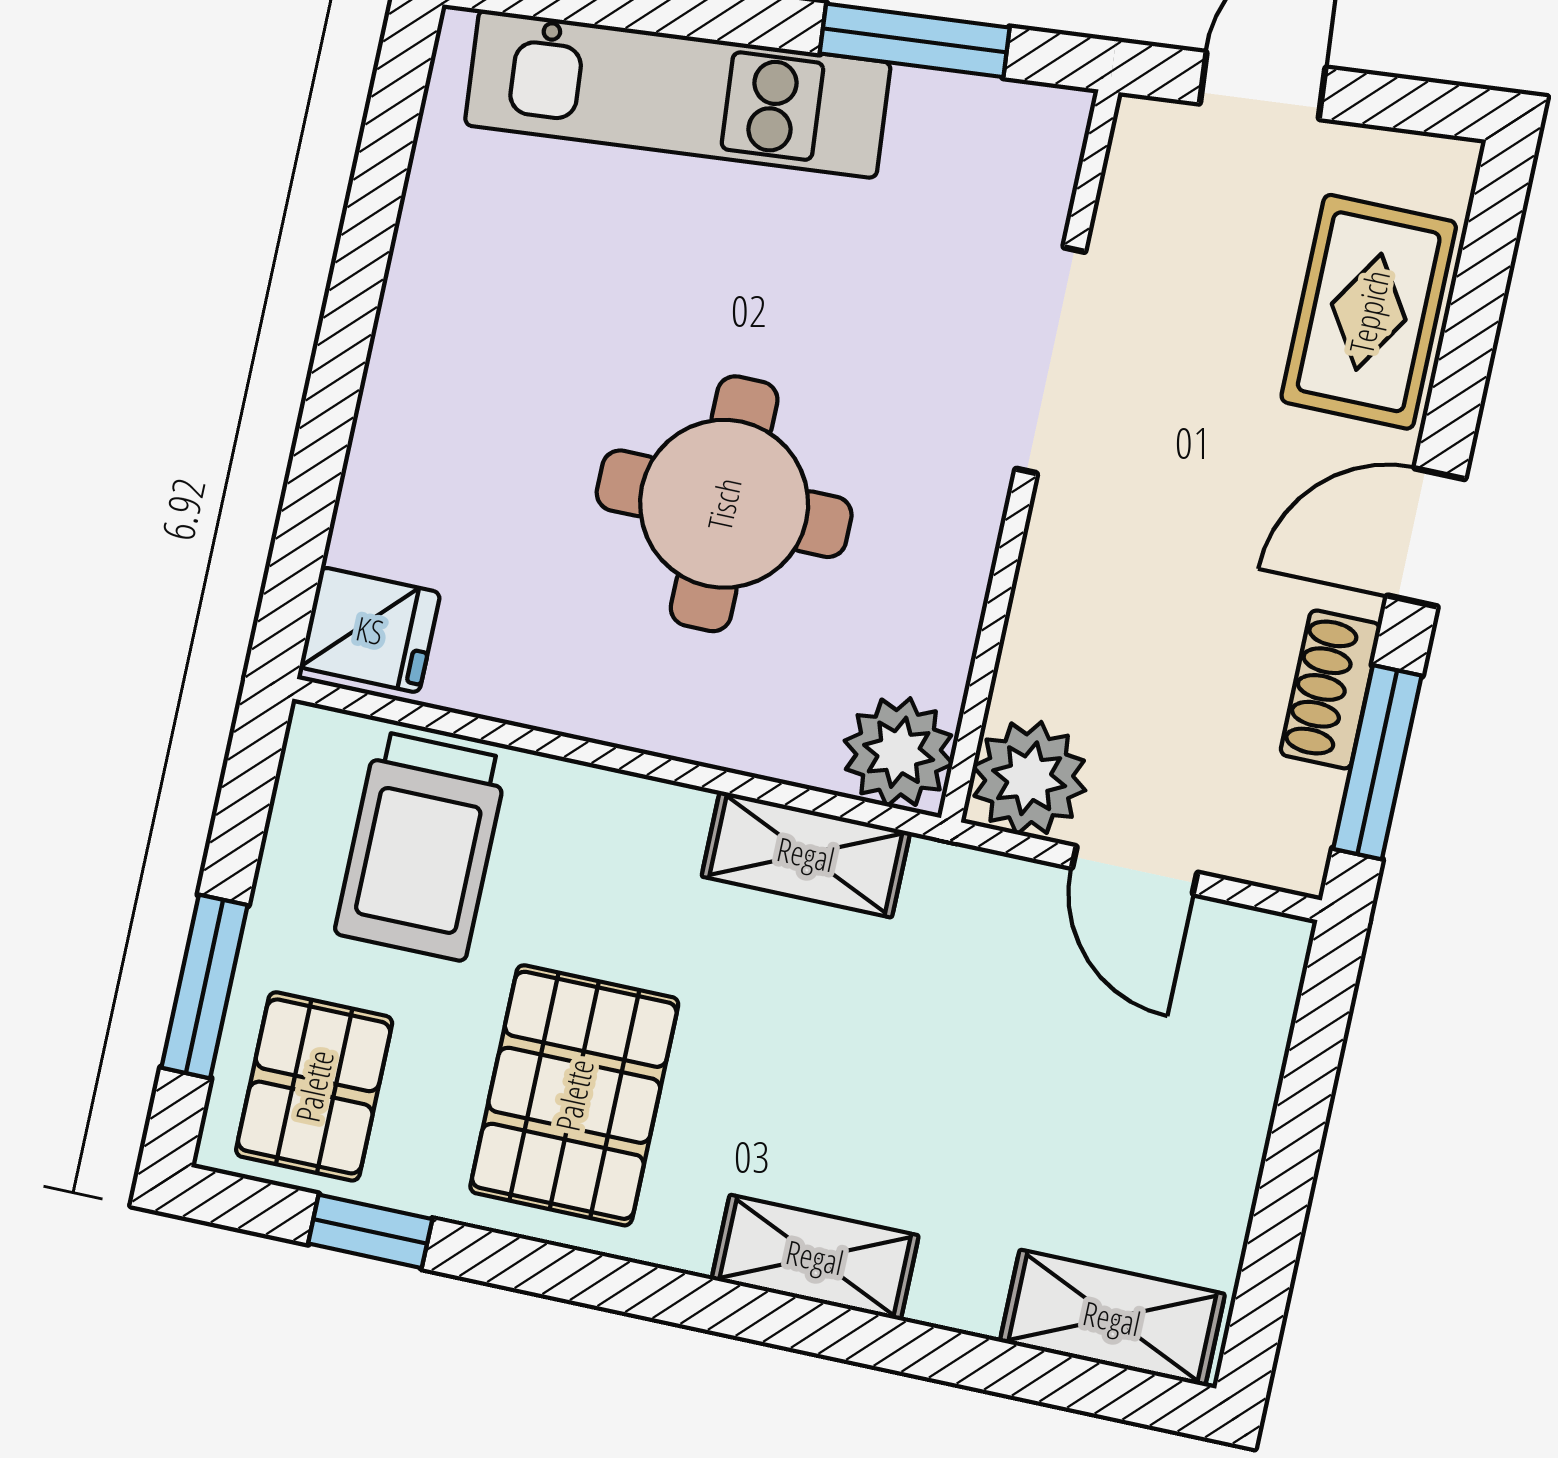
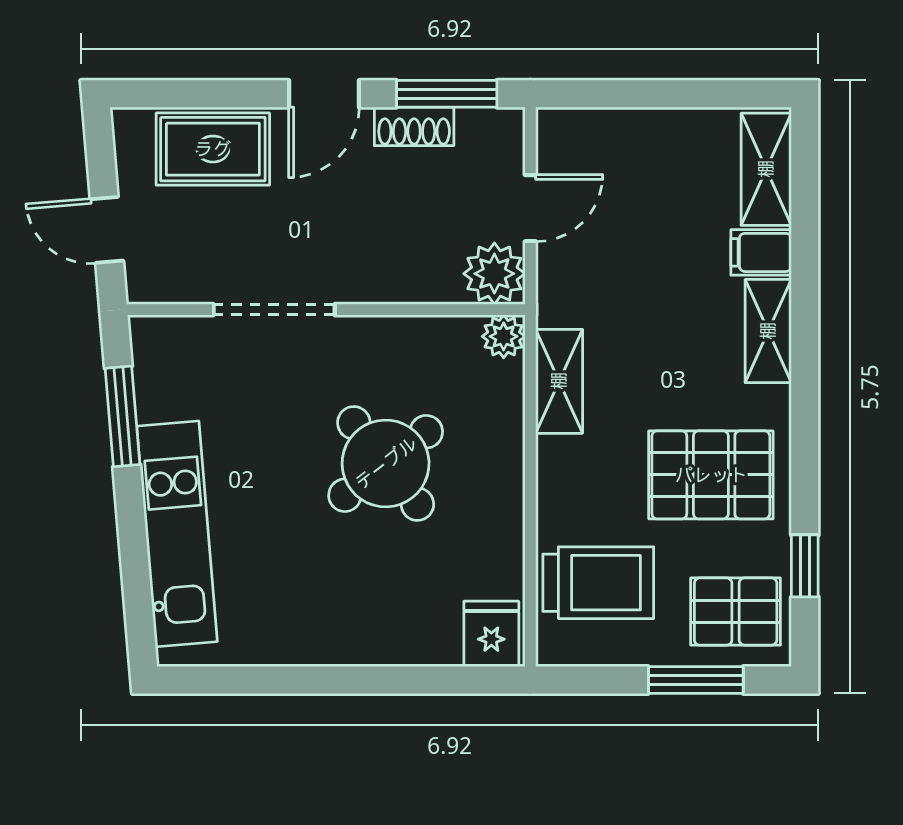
round table: (724, 504) -> (386, 463), turned -38
door: (1426, 537) -> (324, 94), hinge flipped
plant: (899, 752) -> (504, 336), width x0.73, depth x0.73
filing cabinet: (962, 1276) -> (761, 252), added

